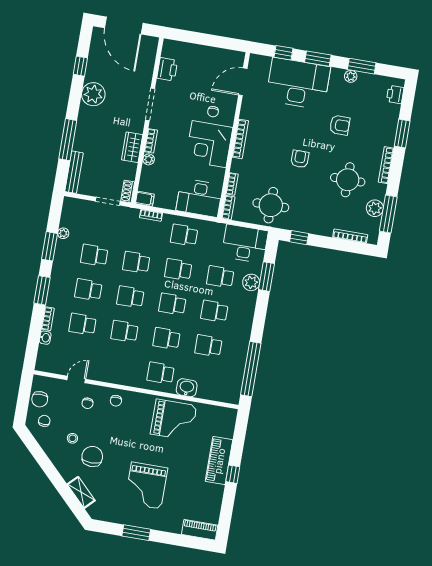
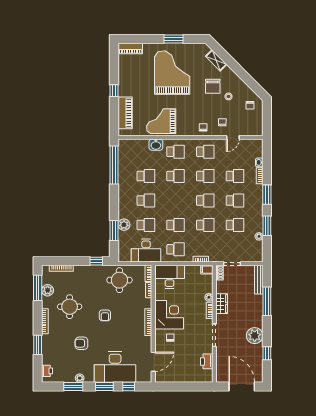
desk: (245, 244) -> (146, 251), moved
school desk: (172, 304) -> (205, 152), moved
chair: (40, 399) -> (256, 119), removed
piano: (219, 461) -> (125, 113), moved
grand piano: (146, 486) -> (172, 73), width x1.37, depth x1.48

